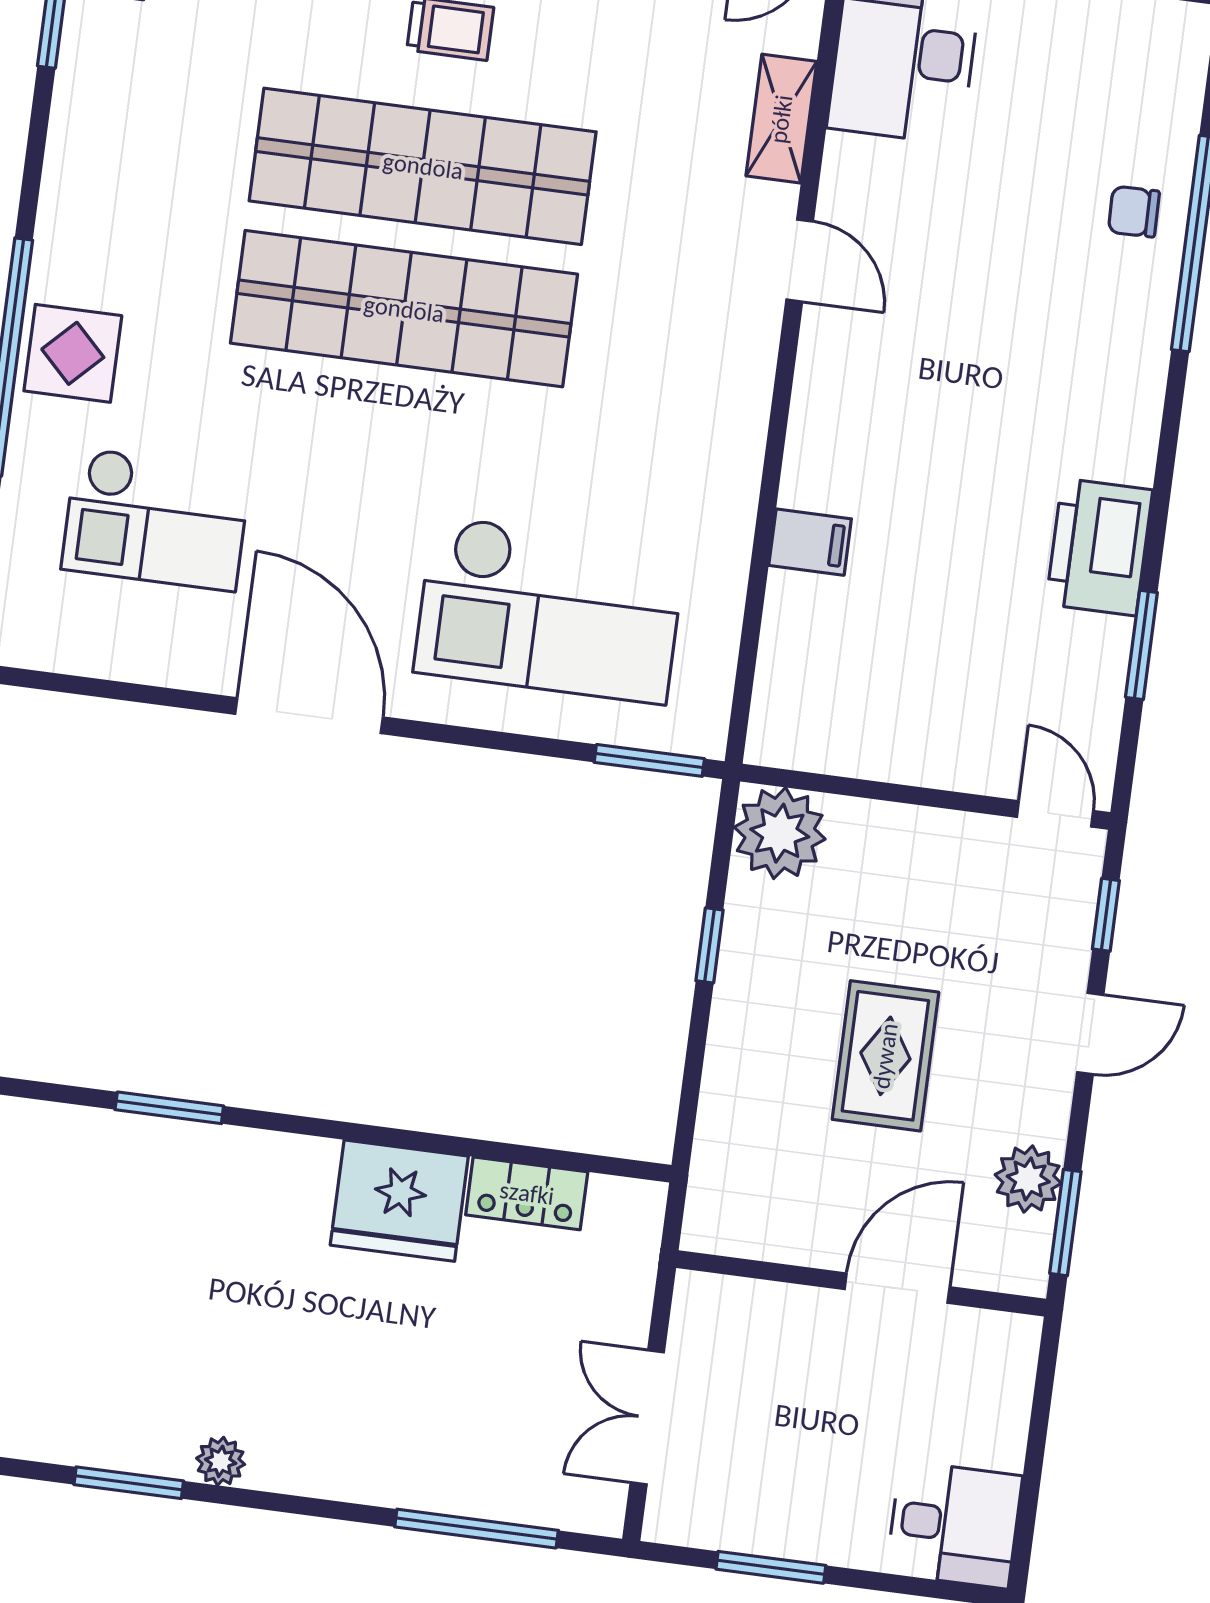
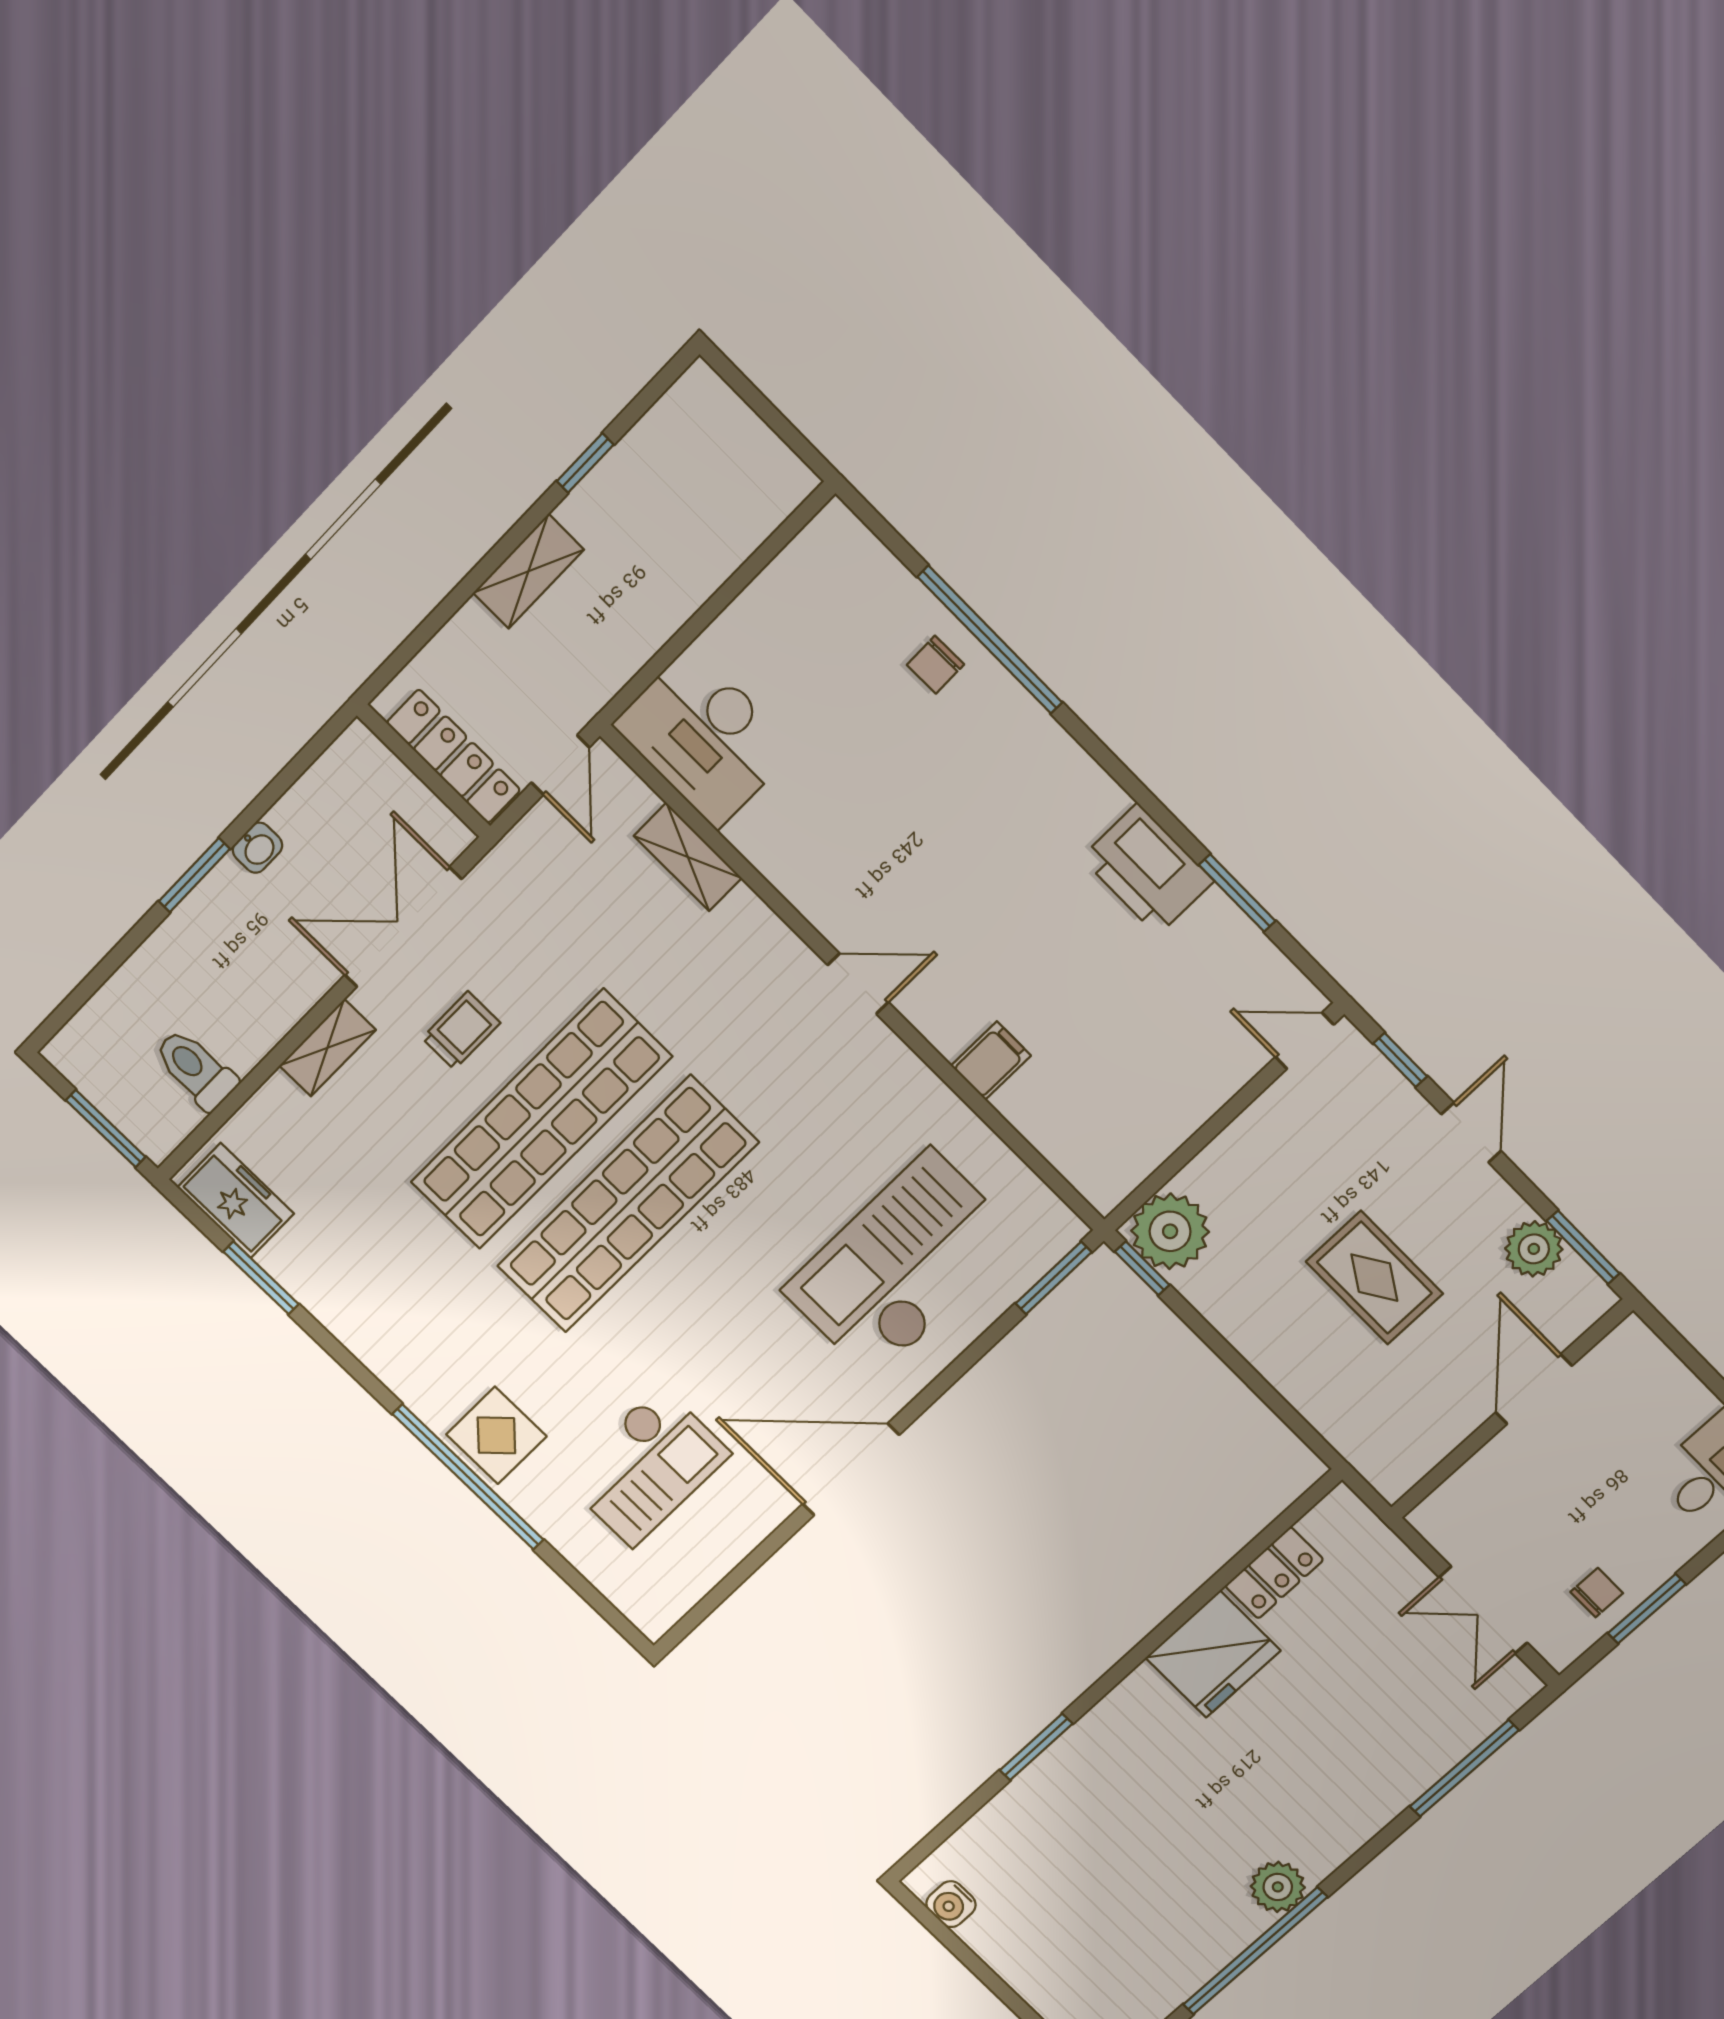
door: (800, 261) -> (858, 984), moved
checkout: (550, 610) -> (902, 1265), turned 180
window: (709, 945) -> (1142, 1268), moved
plant: (221, 1461) -> (1278, 1887), width x1.38, depth x1.38
window: (129, 1483) -> (1255, 1951), width x2.11
chair: (749, 1508) -> (1597, 1593), added

